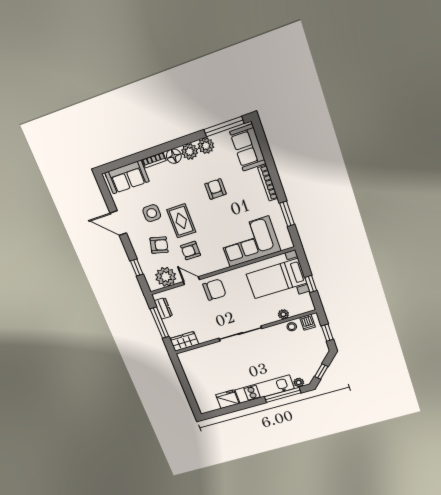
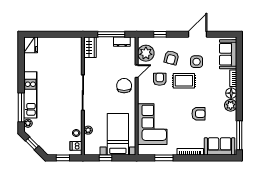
plant: (206, 146) -> (231, 118), removed
chair: (214, 290) -> (124, 86), turned 180
fridge: (227, 399) -> (31, 45), moved

